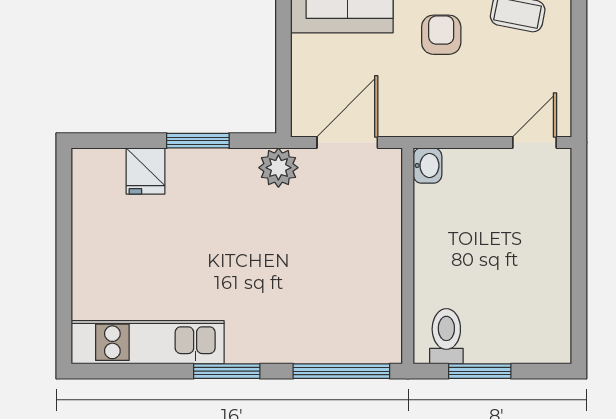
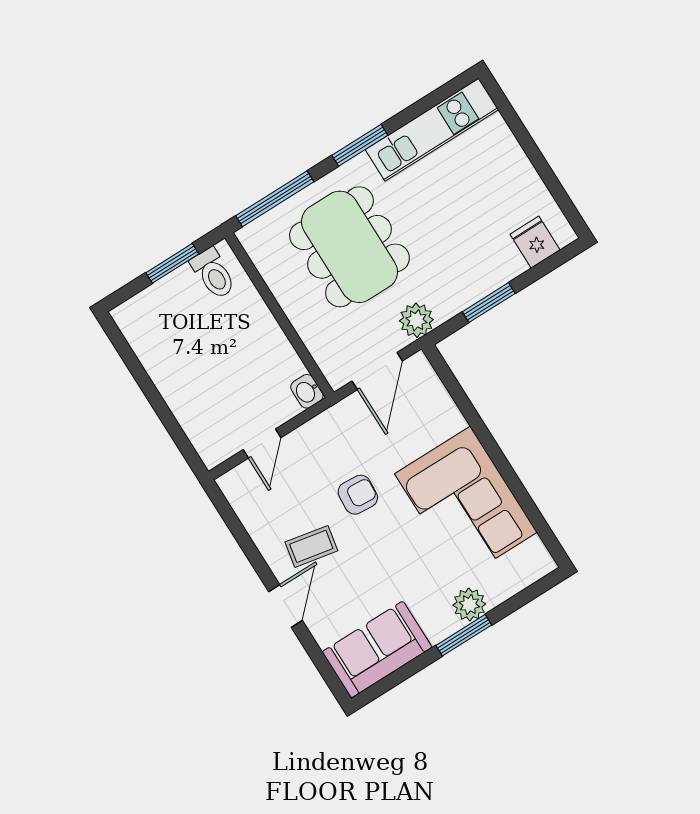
armchair: (441, 35) -> (358, 495), turned -86
door: (535, 142) -> (262, 444), moved
fridge: (145, 171) -> (535, 242), moved
dining table: (298, 279) -> (349, 247), added

